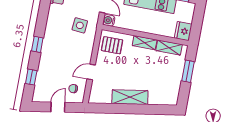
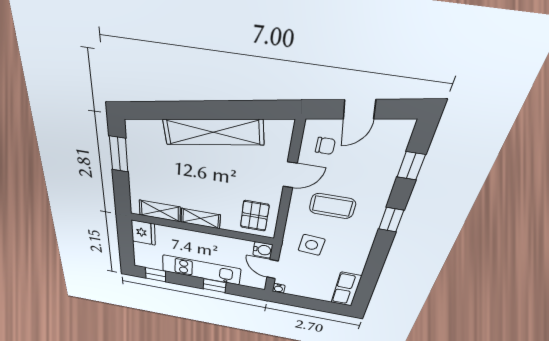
pallet: (112, 45) -> (255, 216), turned 90
coffee table: (69, 53) -> (332, 206), added
window: (188, 71) -> (119, 154), moved
shelving: (130, 97) -> (213, 132), width x1.47

